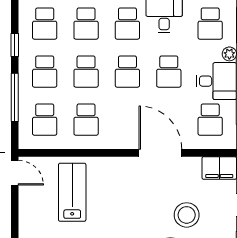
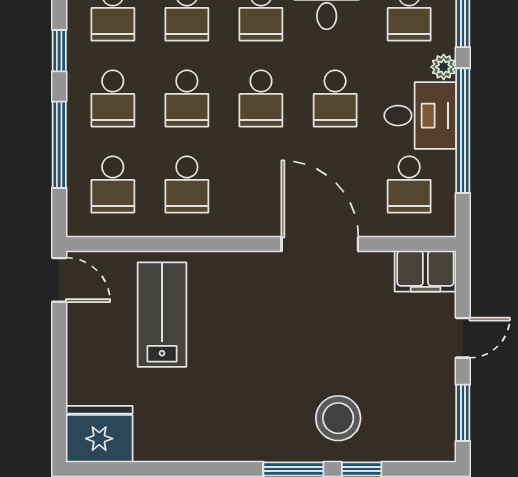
stool: (187, 215) -> (367, 355), removed

